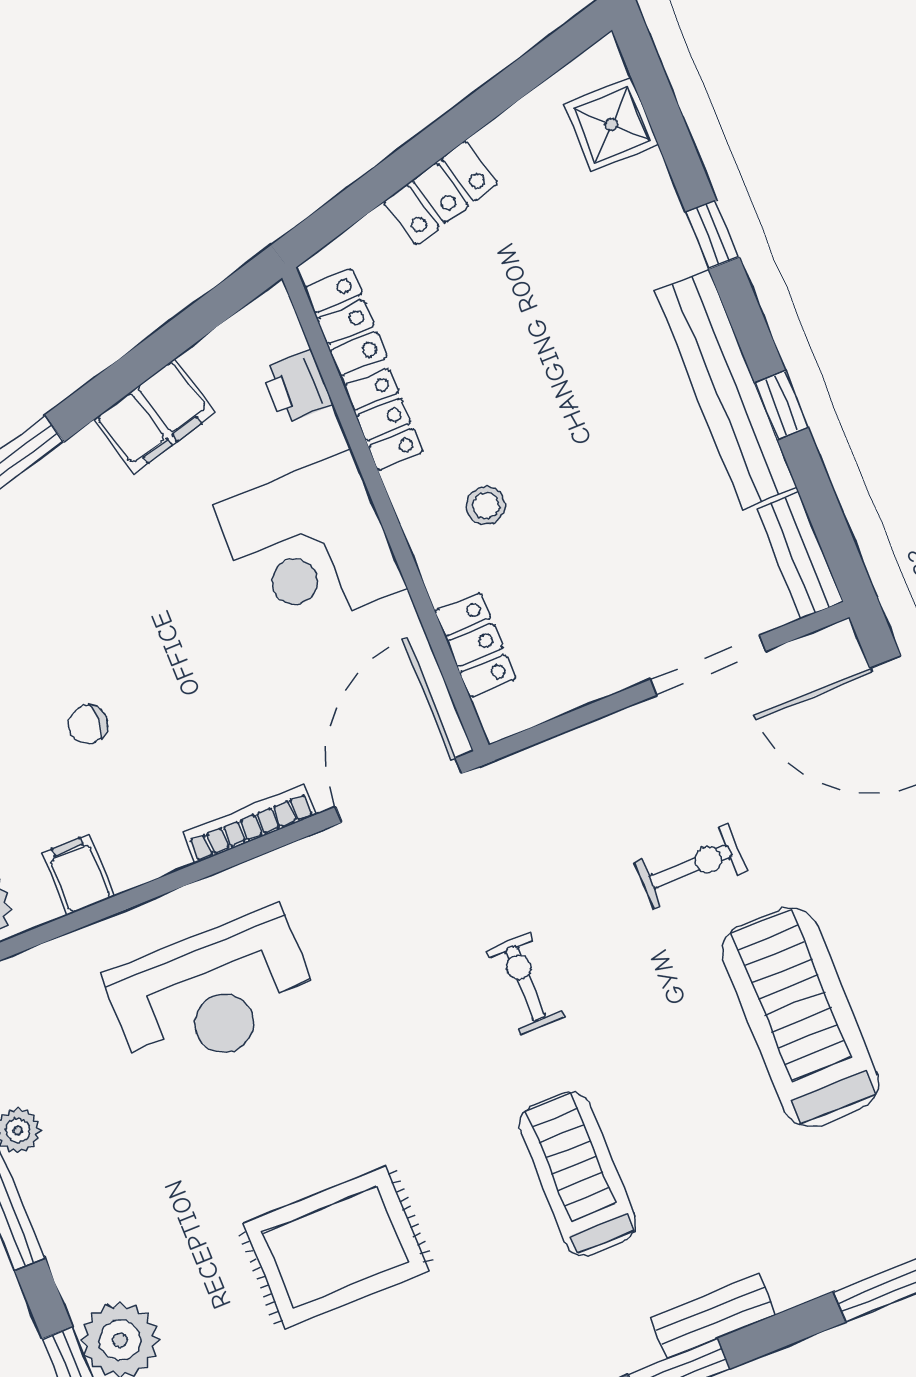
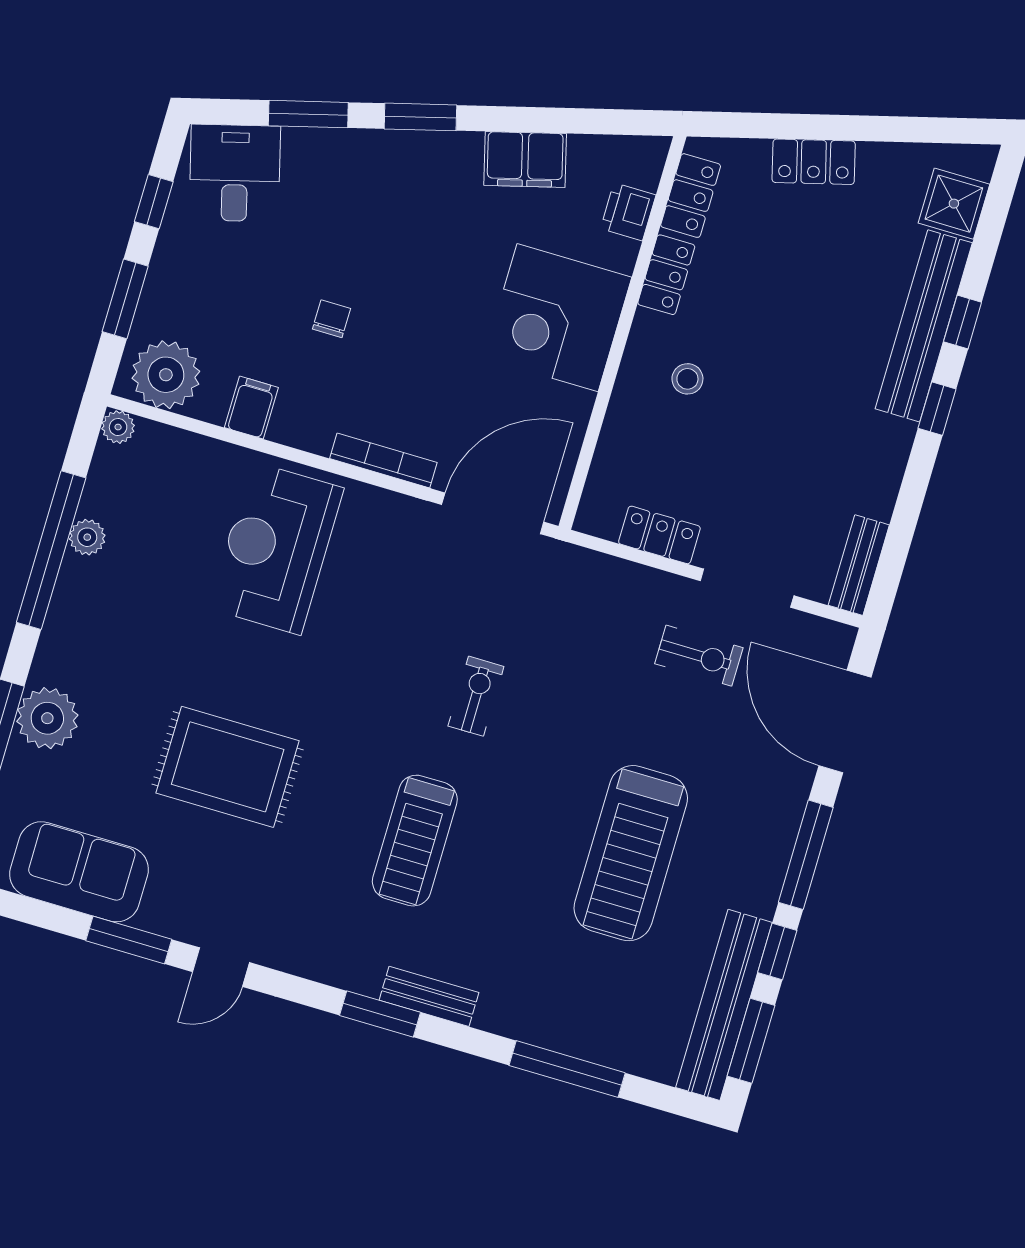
bench: (726, 389) -> (924, 326), moved
window: (781, 405) -> (937, 409), moved
locker: (475, 645) -> (659, 535), moved, turned -90
chair: (88, 724) -> (331, 319), turned 90
exercise bike: (691, 867) -> (699, 656), moved
reception desk: (213, 994) -> (276, 548), turned 90
treadmill: (800, 1017) -> (631, 853), turned 180
treadmill: (578, 1174) -> (415, 841), turned 180

